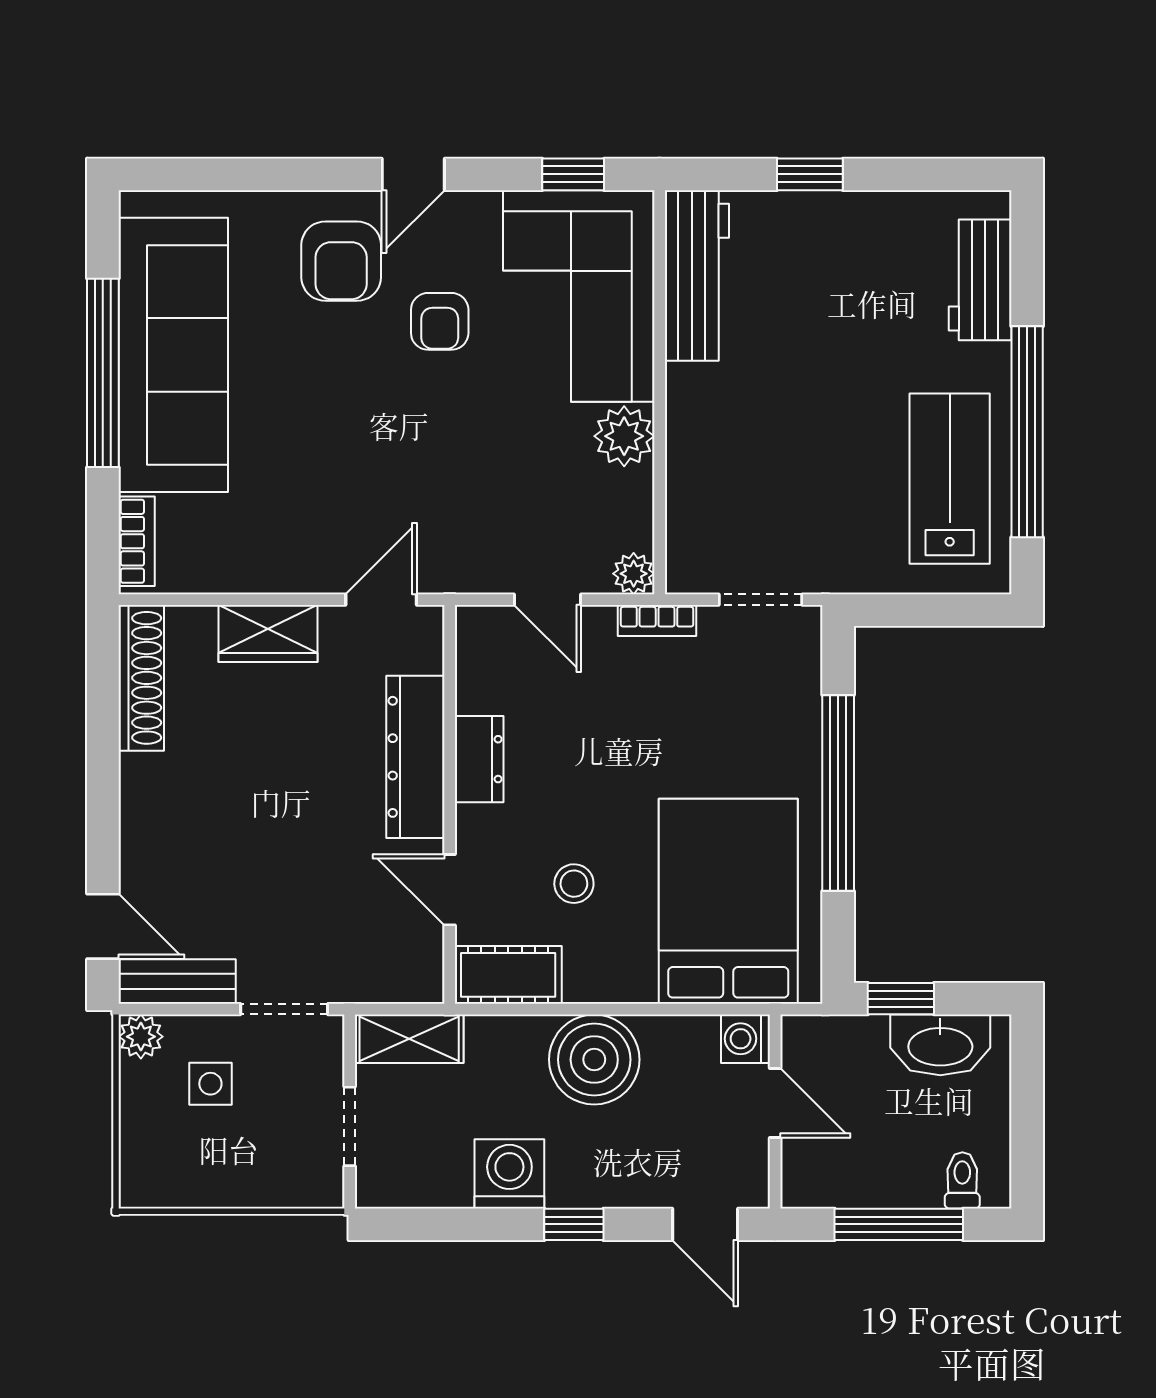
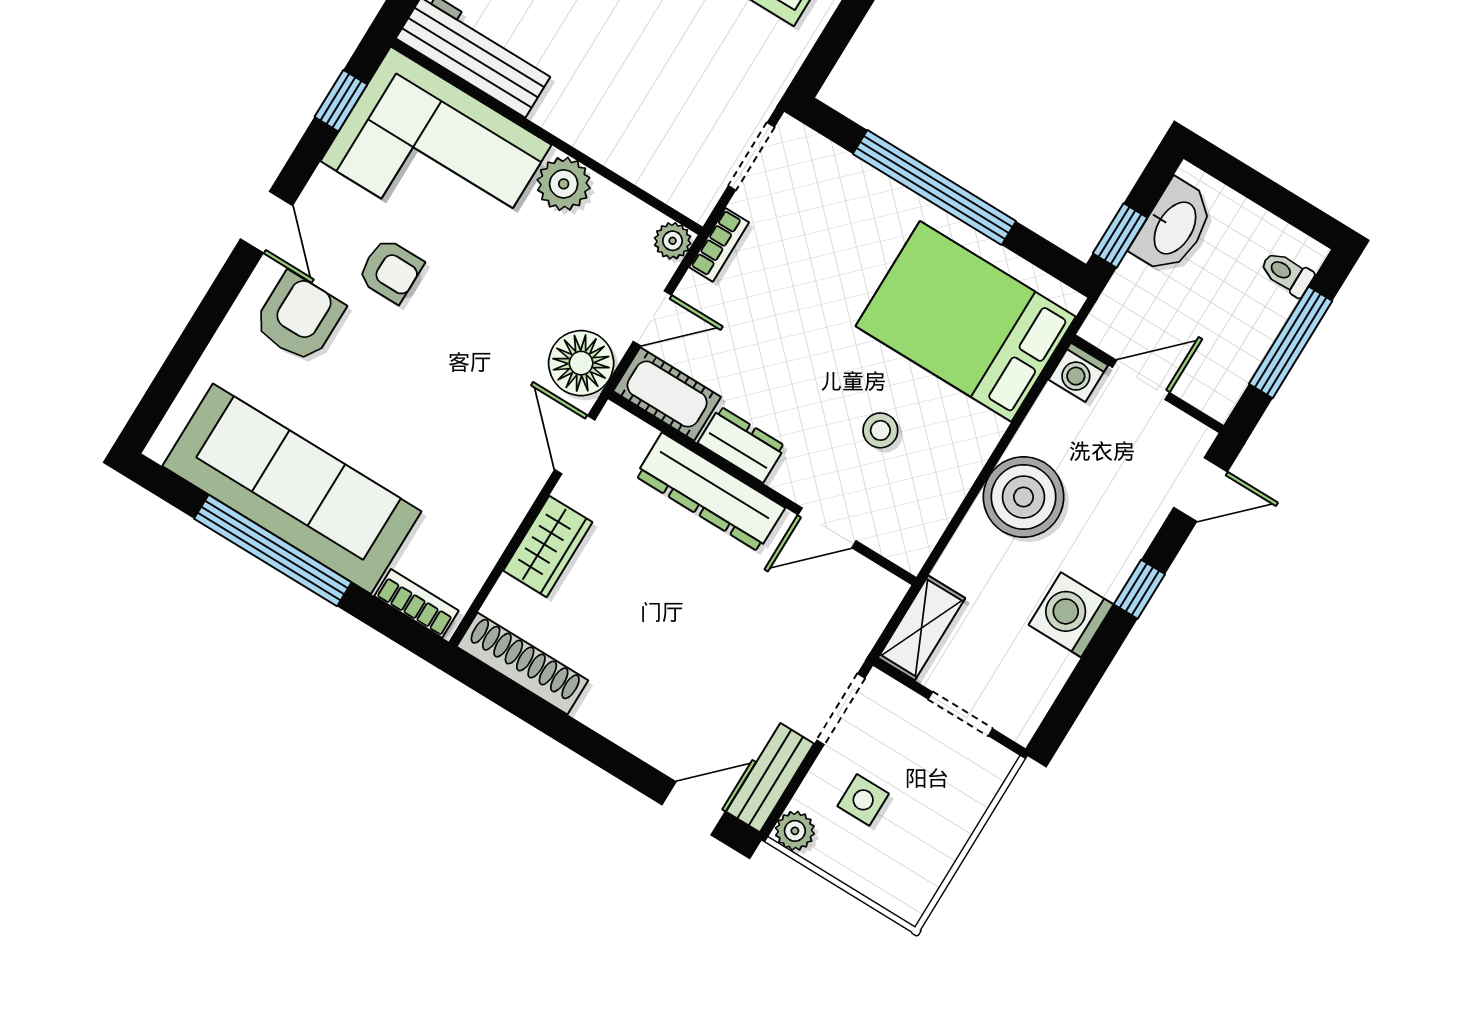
armchair: (341, 261) -> (299, 317), turned -90
floor lamp: (463, 558) -> (581, 363), added
cot: (508, 975) -> (667, 394), moved, turned 90

